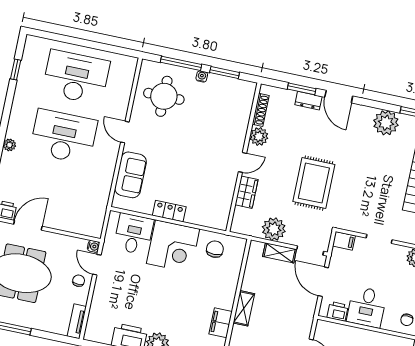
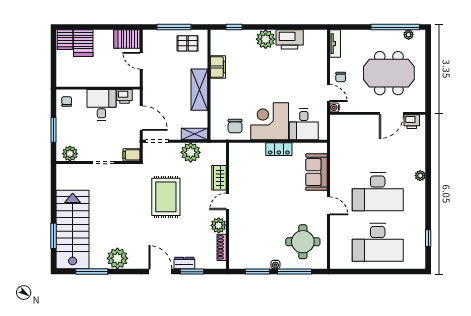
shelving: (280, 253) -> (194, 134), moved
shelving: (244, 308) -> (199, 90), width x1.50, depth x1.33

